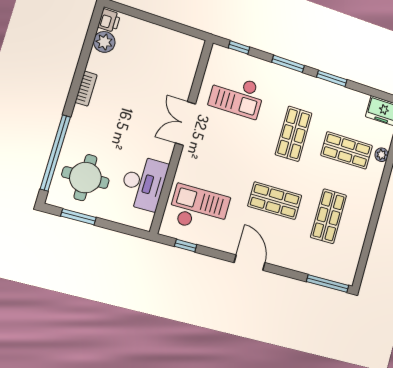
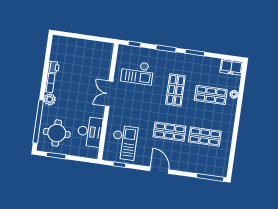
printer: (109, 21) -> (53, 67), moved
plant: (104, 42) -> (50, 99), moved
checkout: (199, 209) -> (124, 143), turned 90
shop shelf: (329, 216) -> (205, 137), turned 90

